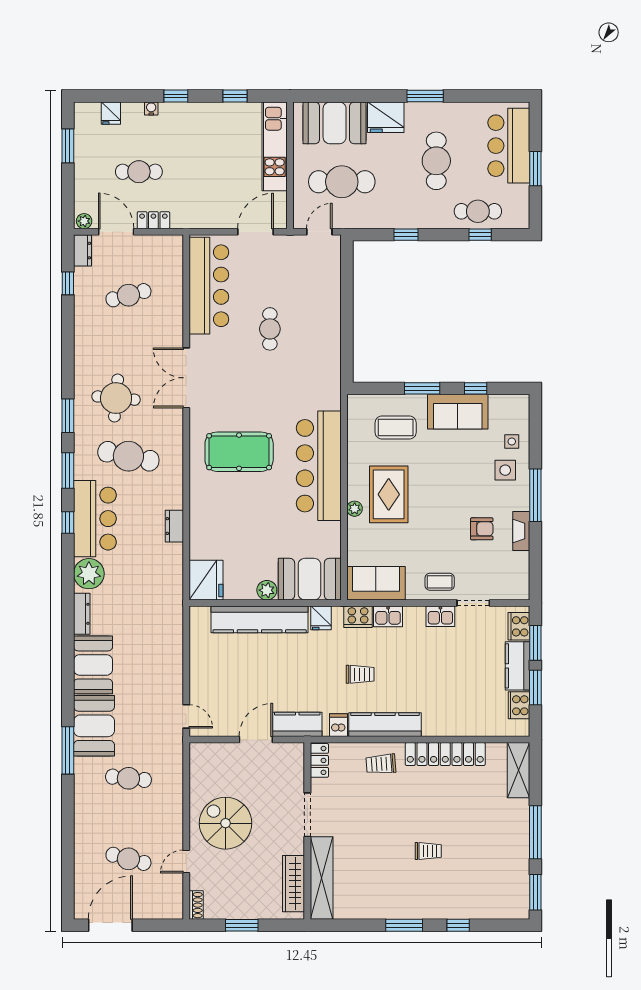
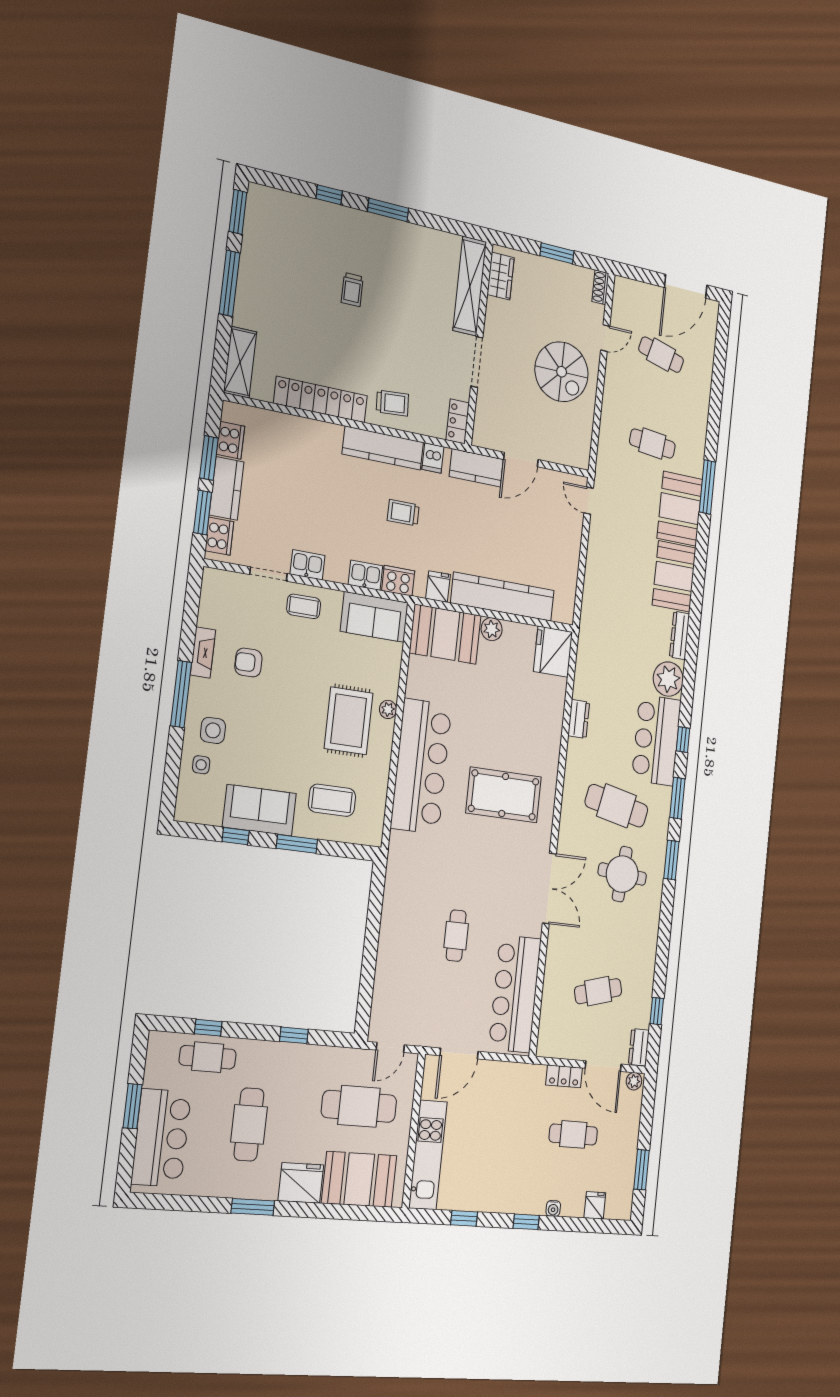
trolley: (428, 851) -> (352, 290), turned -90
wardrobe: (294, 884) -> (501, 276), width x0.67

